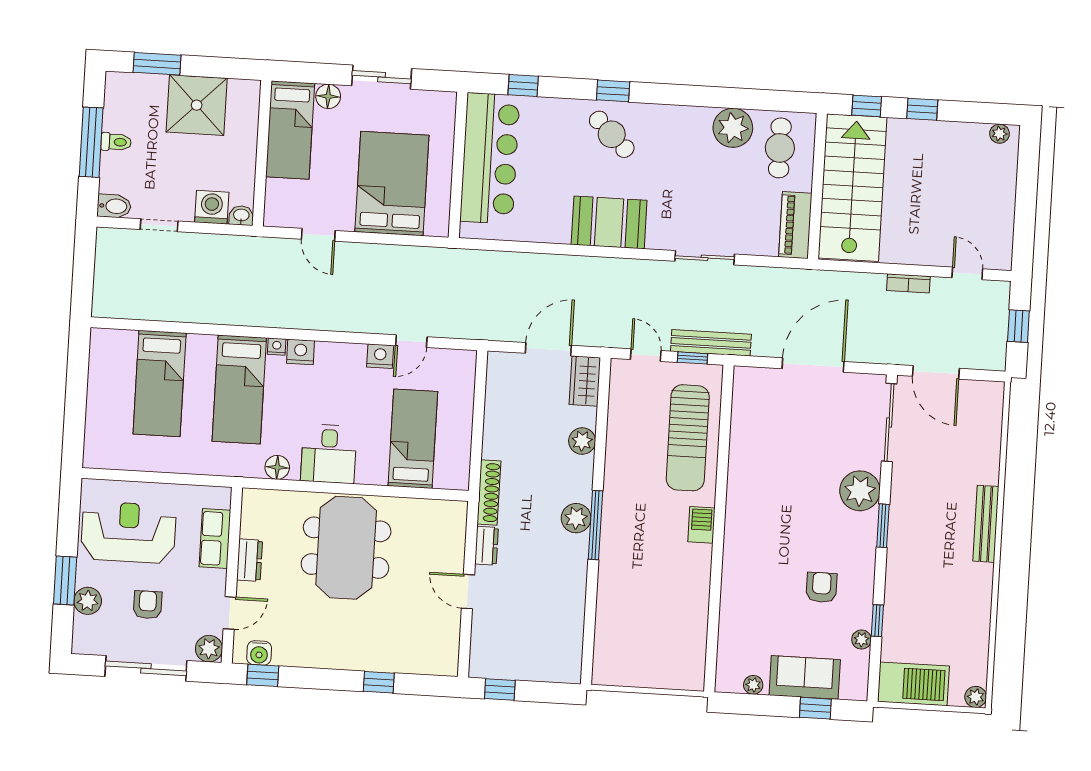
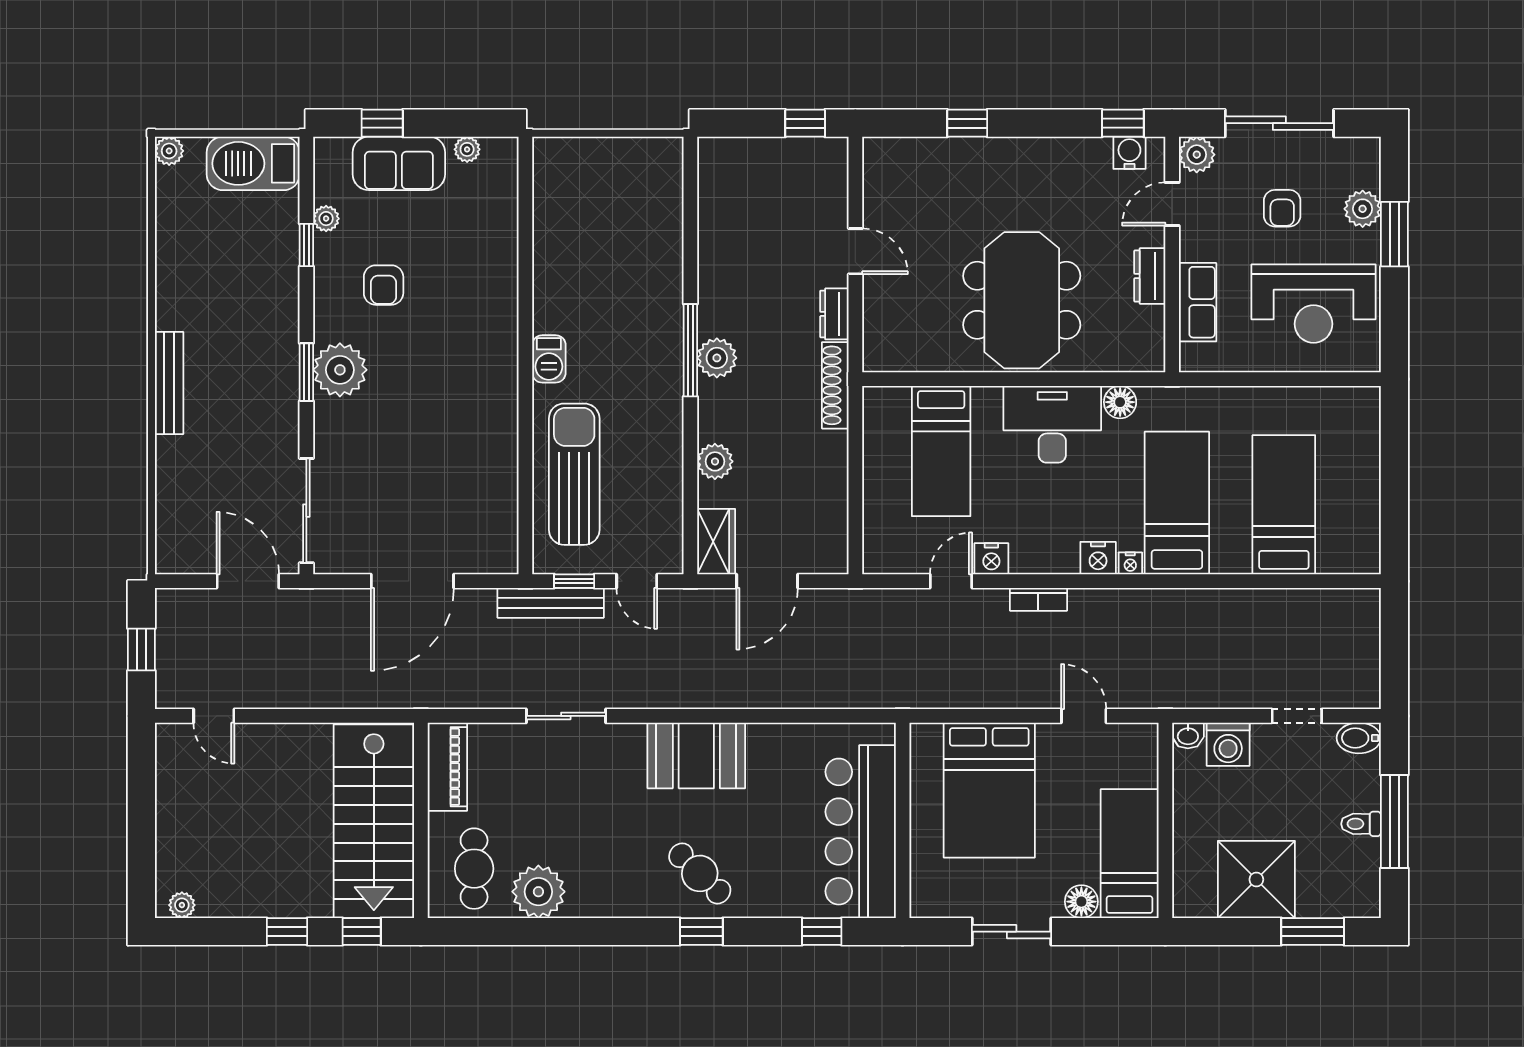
bookcase: (908, 283) -> (1038, 599), moved, turned 180
desk: (329, 454) -> (1052, 424), width x1.37
plant: (860, 491) -> (340, 370), moved

